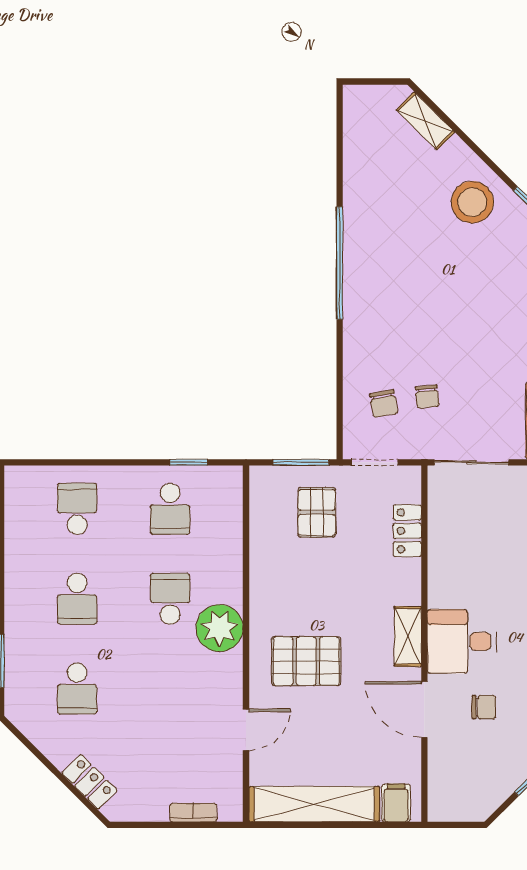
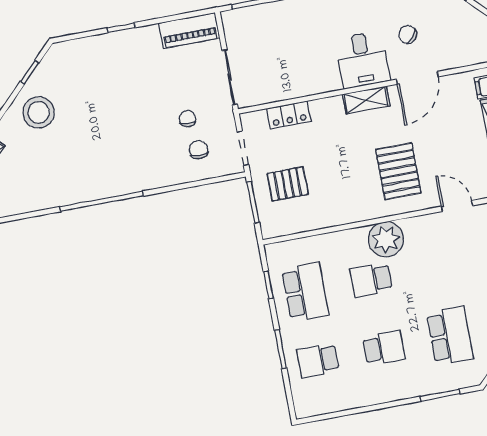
chair: (427, 397) -> (187, 119), turned -79
chair: (384, 403) -> (199, 150), turned -80
window: (101, 462) -> (281, 349), added
school desk: (170, 509) -> (305, 292), width x1.85
school desk: (77, 689) -> (450, 336), width x1.85
chair: (484, 707) -> (408, 35), turned -52

